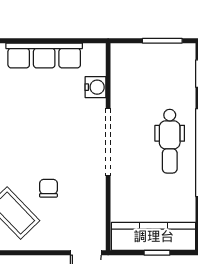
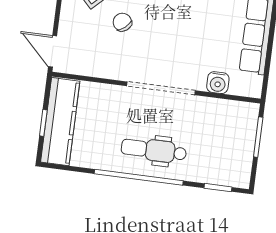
window: (162, 41) -> (258, 137), moved
chair: (48, 188) -> (122, 22), turned -130

